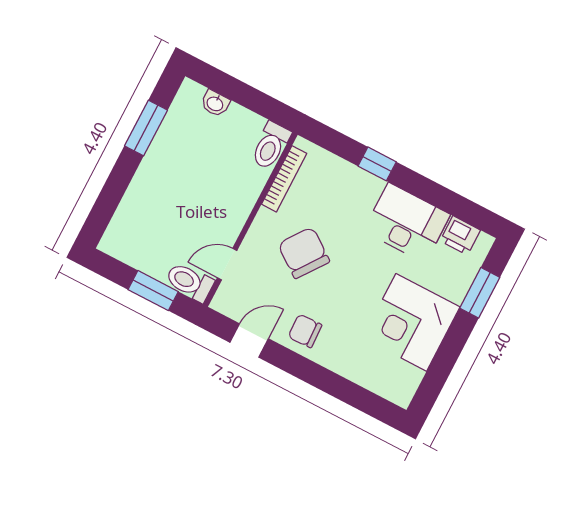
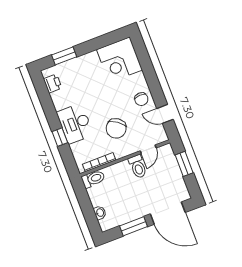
door: (112, 194) -> (168, 213), added
desk: (407, 223) -> (75, 124), moved
door: (227, 264) -> (148, 149), hinge flipped
toilet: (190, 282) -> (138, 167), moved
corner desk: (411, 322) -> (119, 60), moved, turned 90

